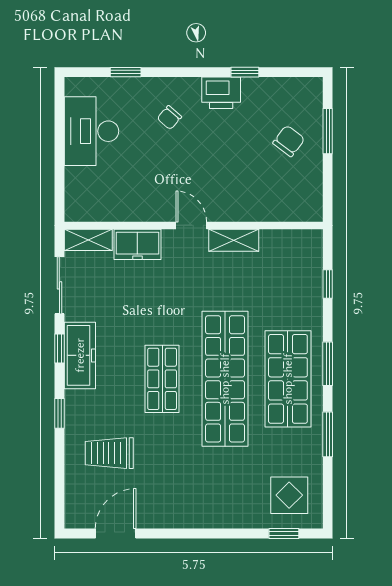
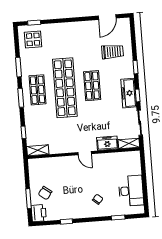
printer: (221, 93) -> (39, 213), moved, turned 90
shelving: (234, 240) -> (38, 150), moved
shop shelf: (288, 379) -> (38, 90), width x0.70, depth x0.74

